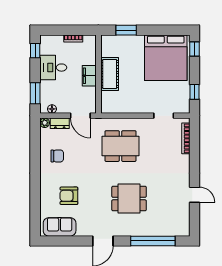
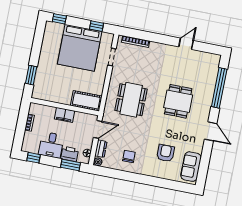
bed: (166, 58) -> (80, 48), moved, turned 90
cot: (110, 74) -> (86, 101), moved
printer: (47, 90) -> (70, 154), added
armchair: (69, 196) -> (165, 153), turned 180

